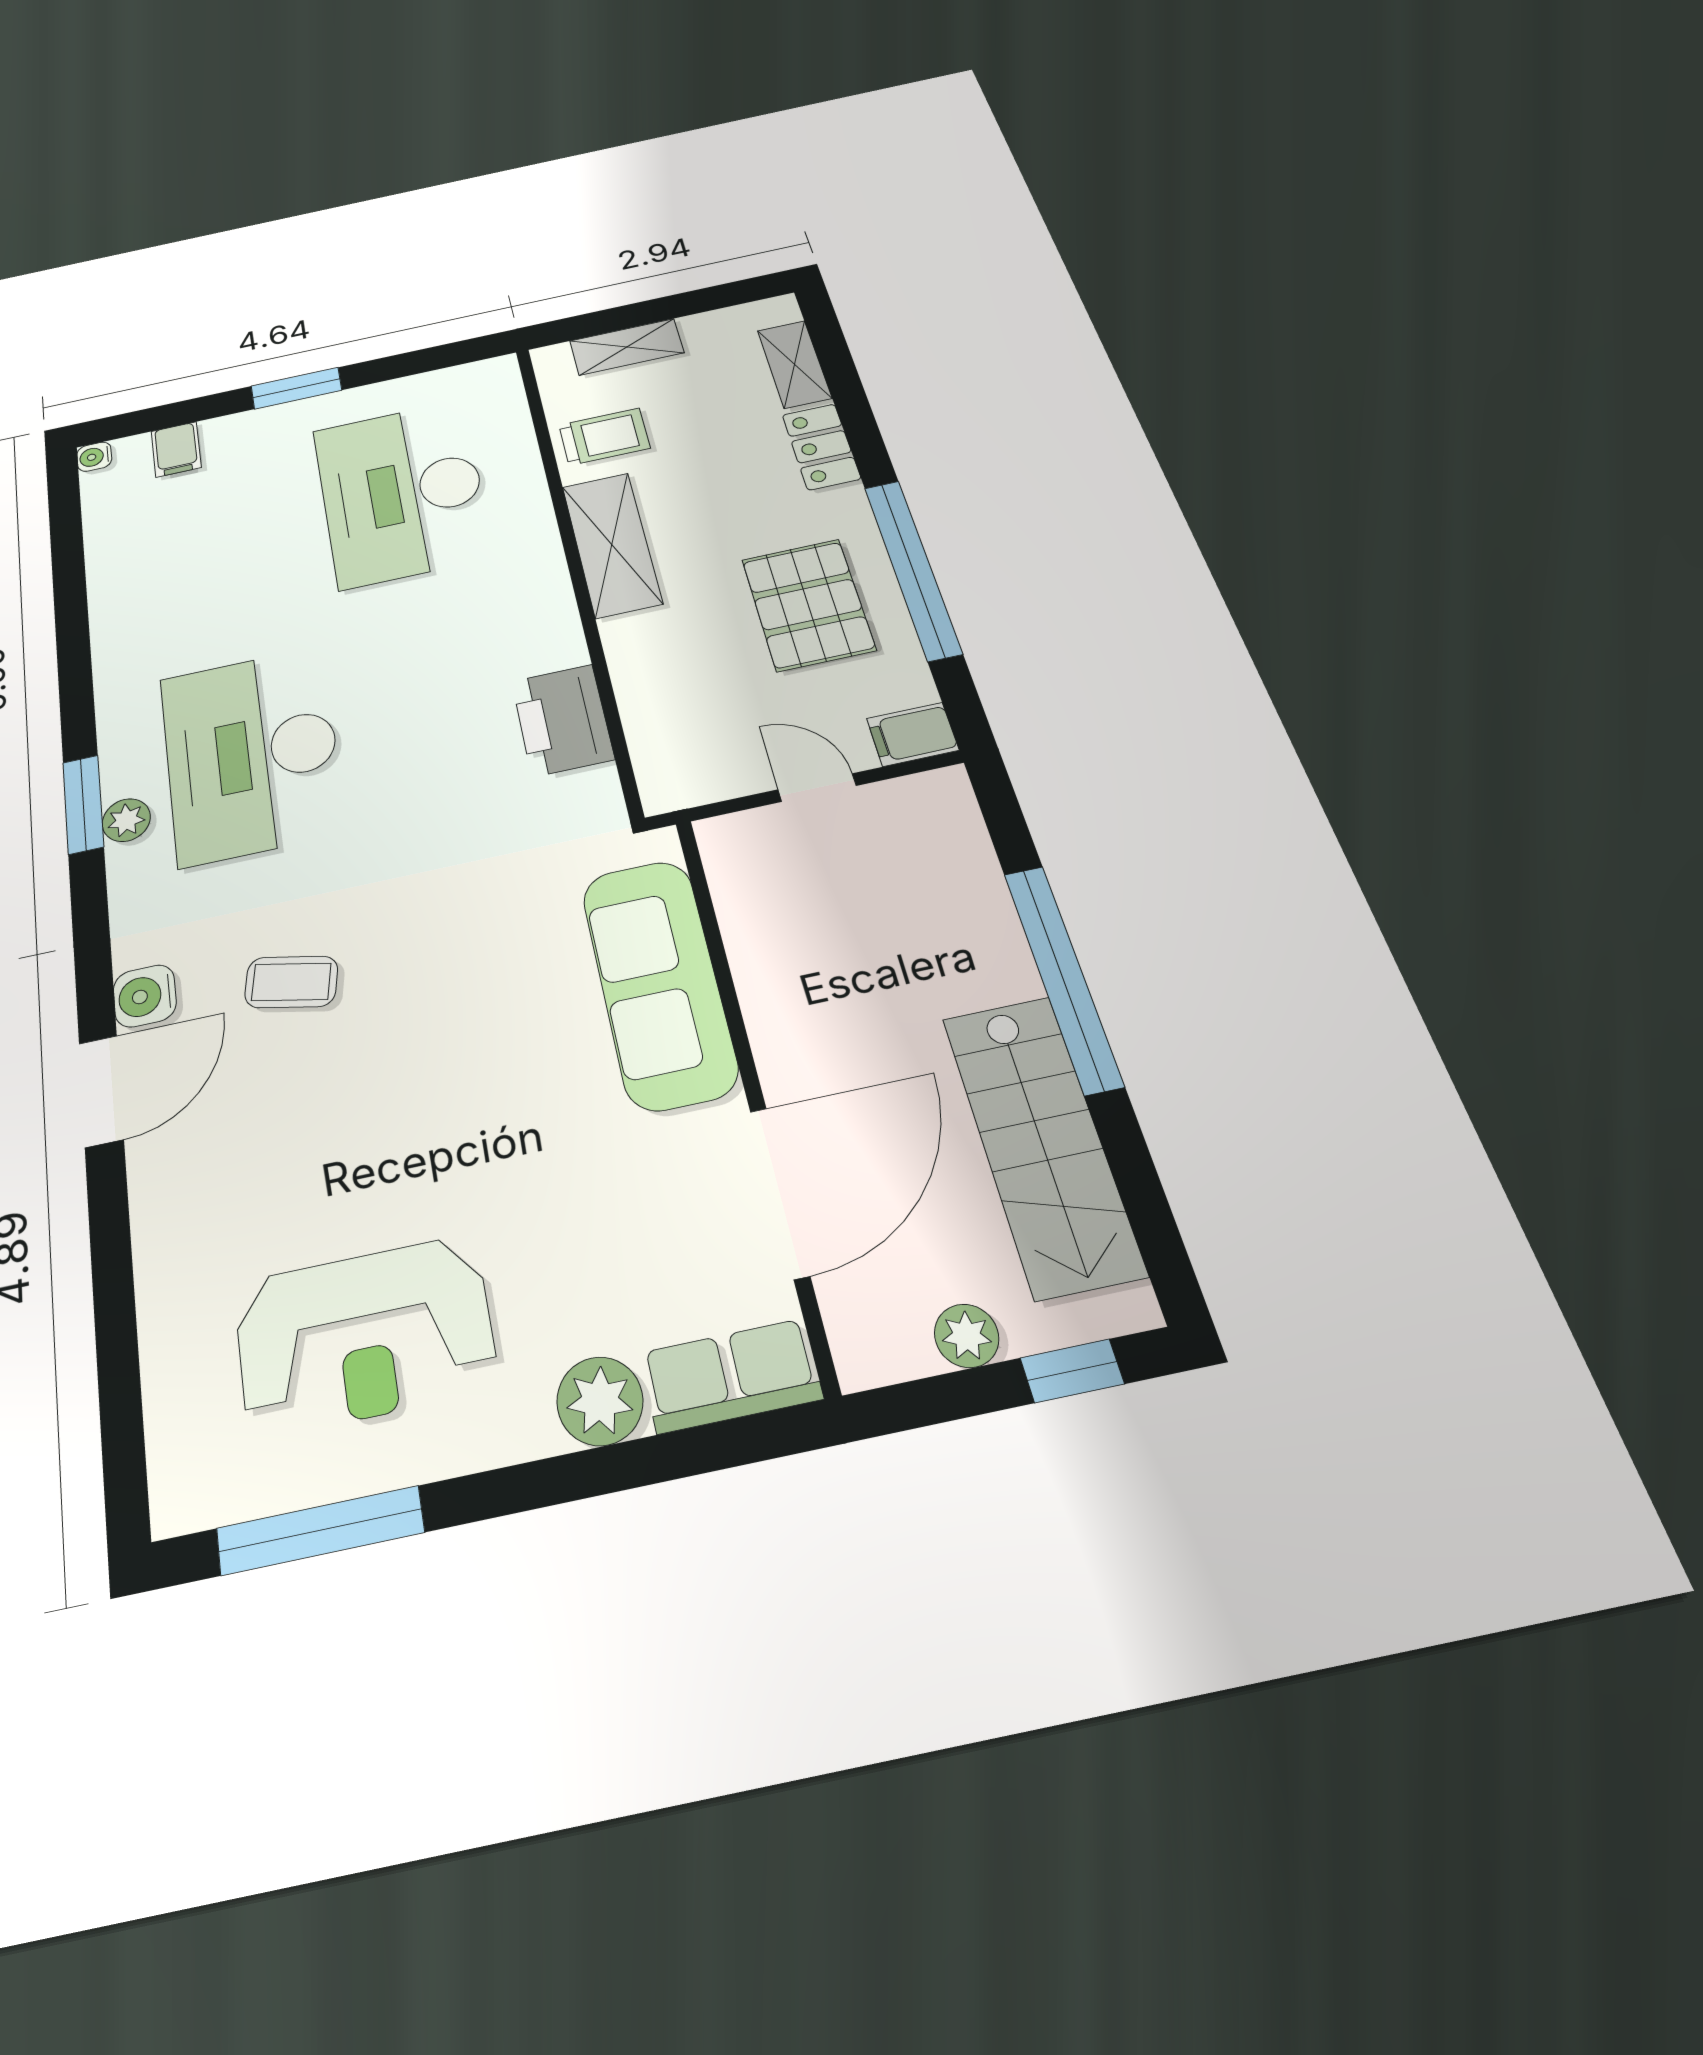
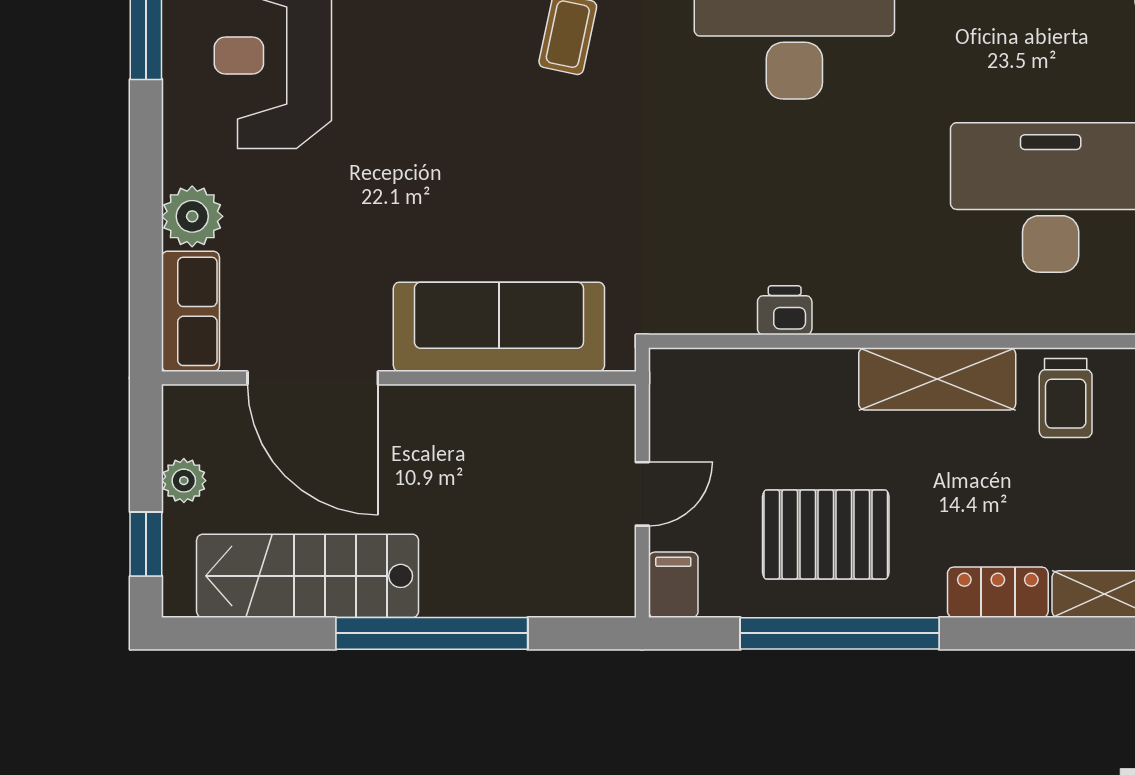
printer: (563, 720) -> (785, 310), width x0.53, depth x0.68

